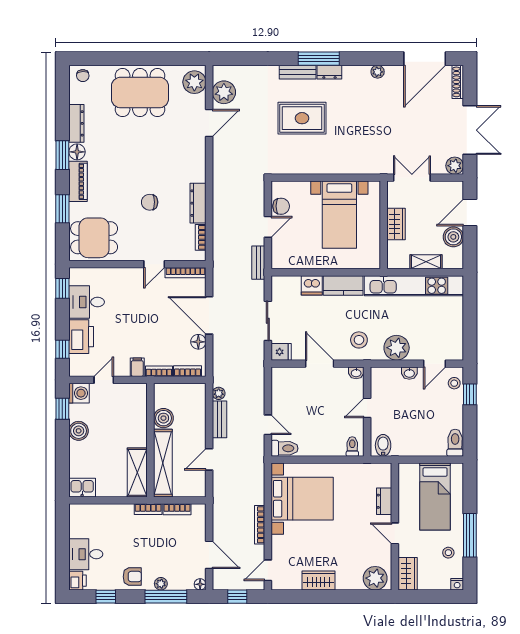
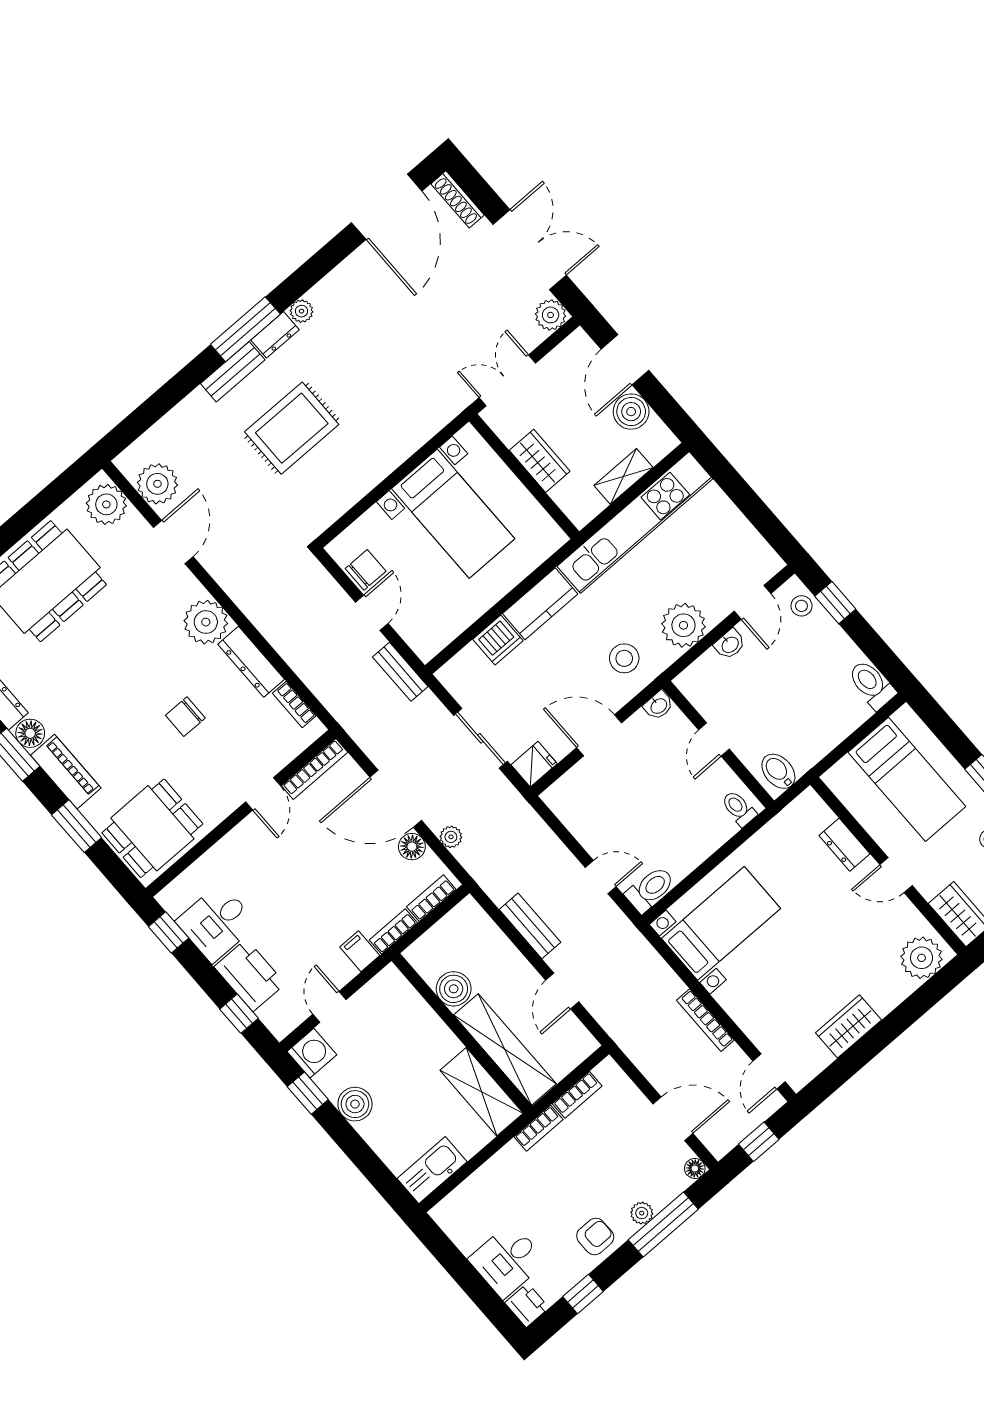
plant: (378, 72) -> (302, 311), moved
plant: (193, 169) -> (206, 622), added
plant: (219, 393) -> (451, 837), moved
kitchen sink: (82, 488) -> (432, 1170), width x1.38
bed with nightstands: (302, 499) -> (721, 923), width x0.73

